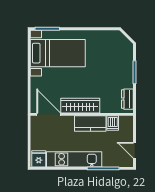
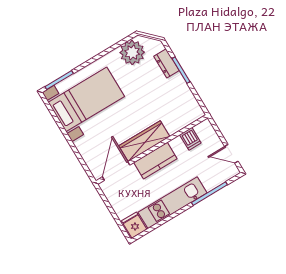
plant: (109, 40) -> (132, 52), added
dresser: (127, 99) -> (167, 63), moved
door: (49, 114) -> (116, 171), hinge flipped
kitchen counter: (90, 123) -> (155, 161), moved

